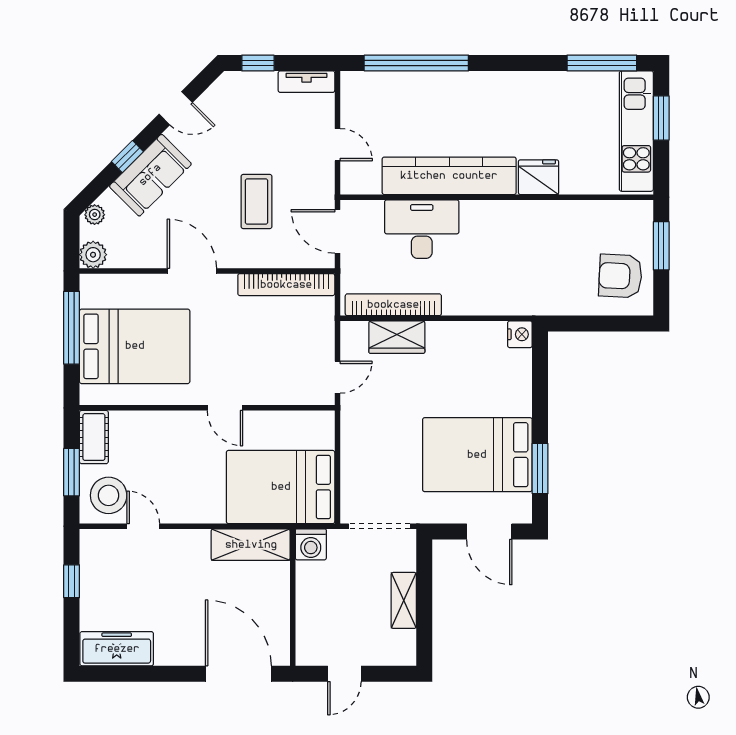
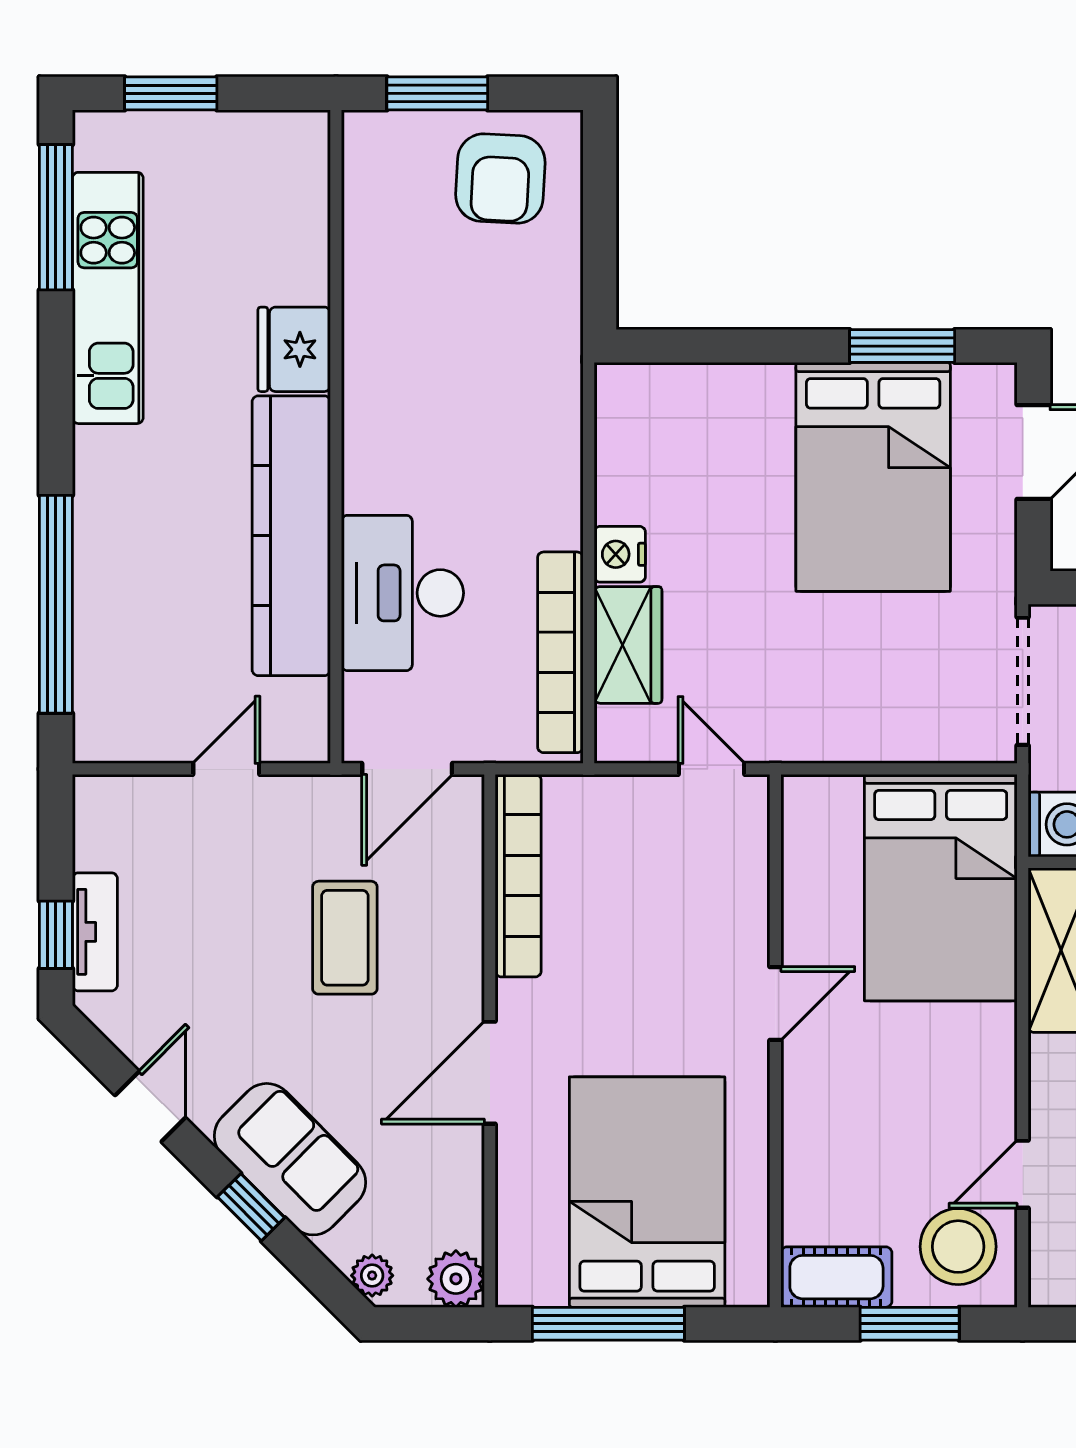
tv unit: (306, 82) -> (95, 932), moved
kitchen unit: (636, 131) -> (108, 298), moved, turned -90
coffee table: (257, 202) -> (345, 938), turned 90
nightstand: (520, 334) -> (620, 554), moved, turned -90

